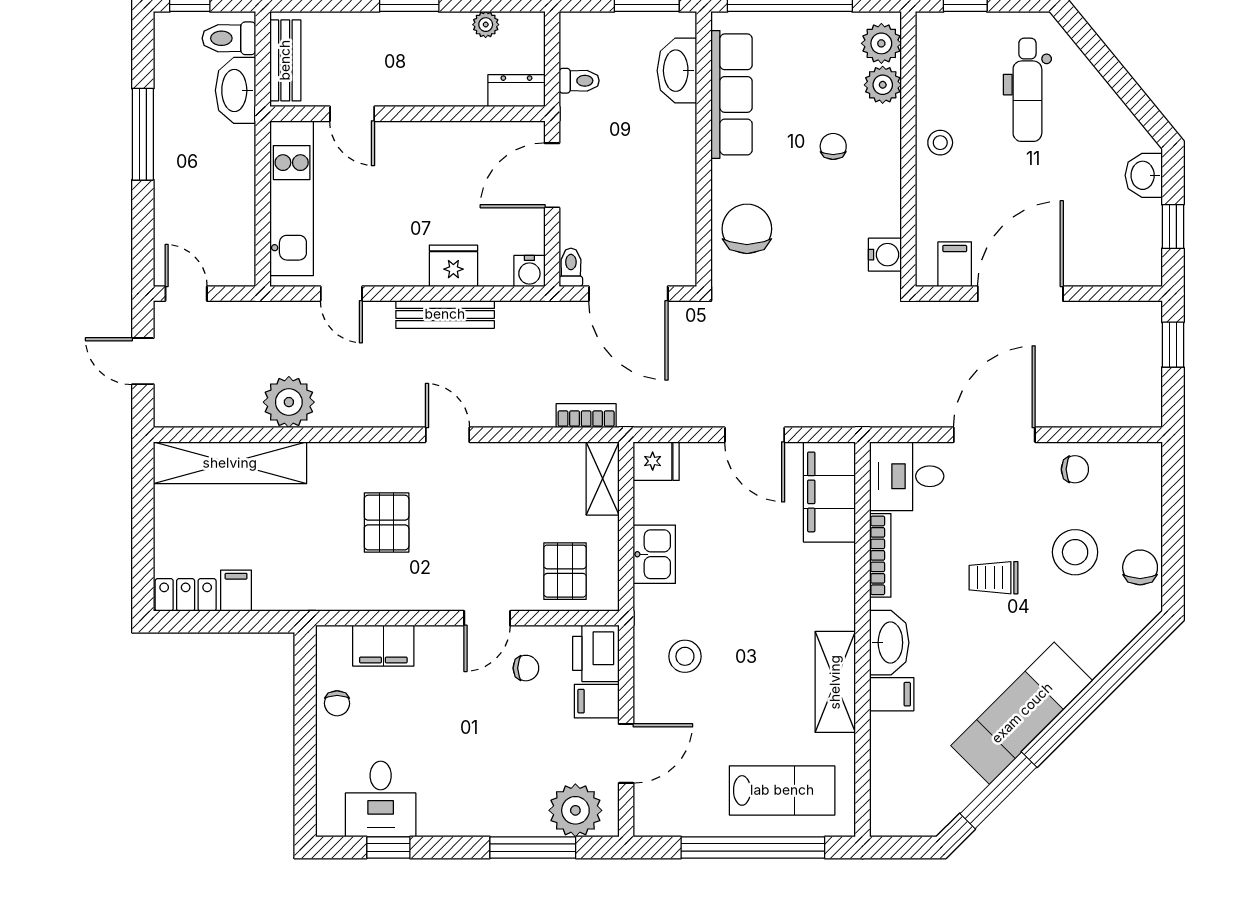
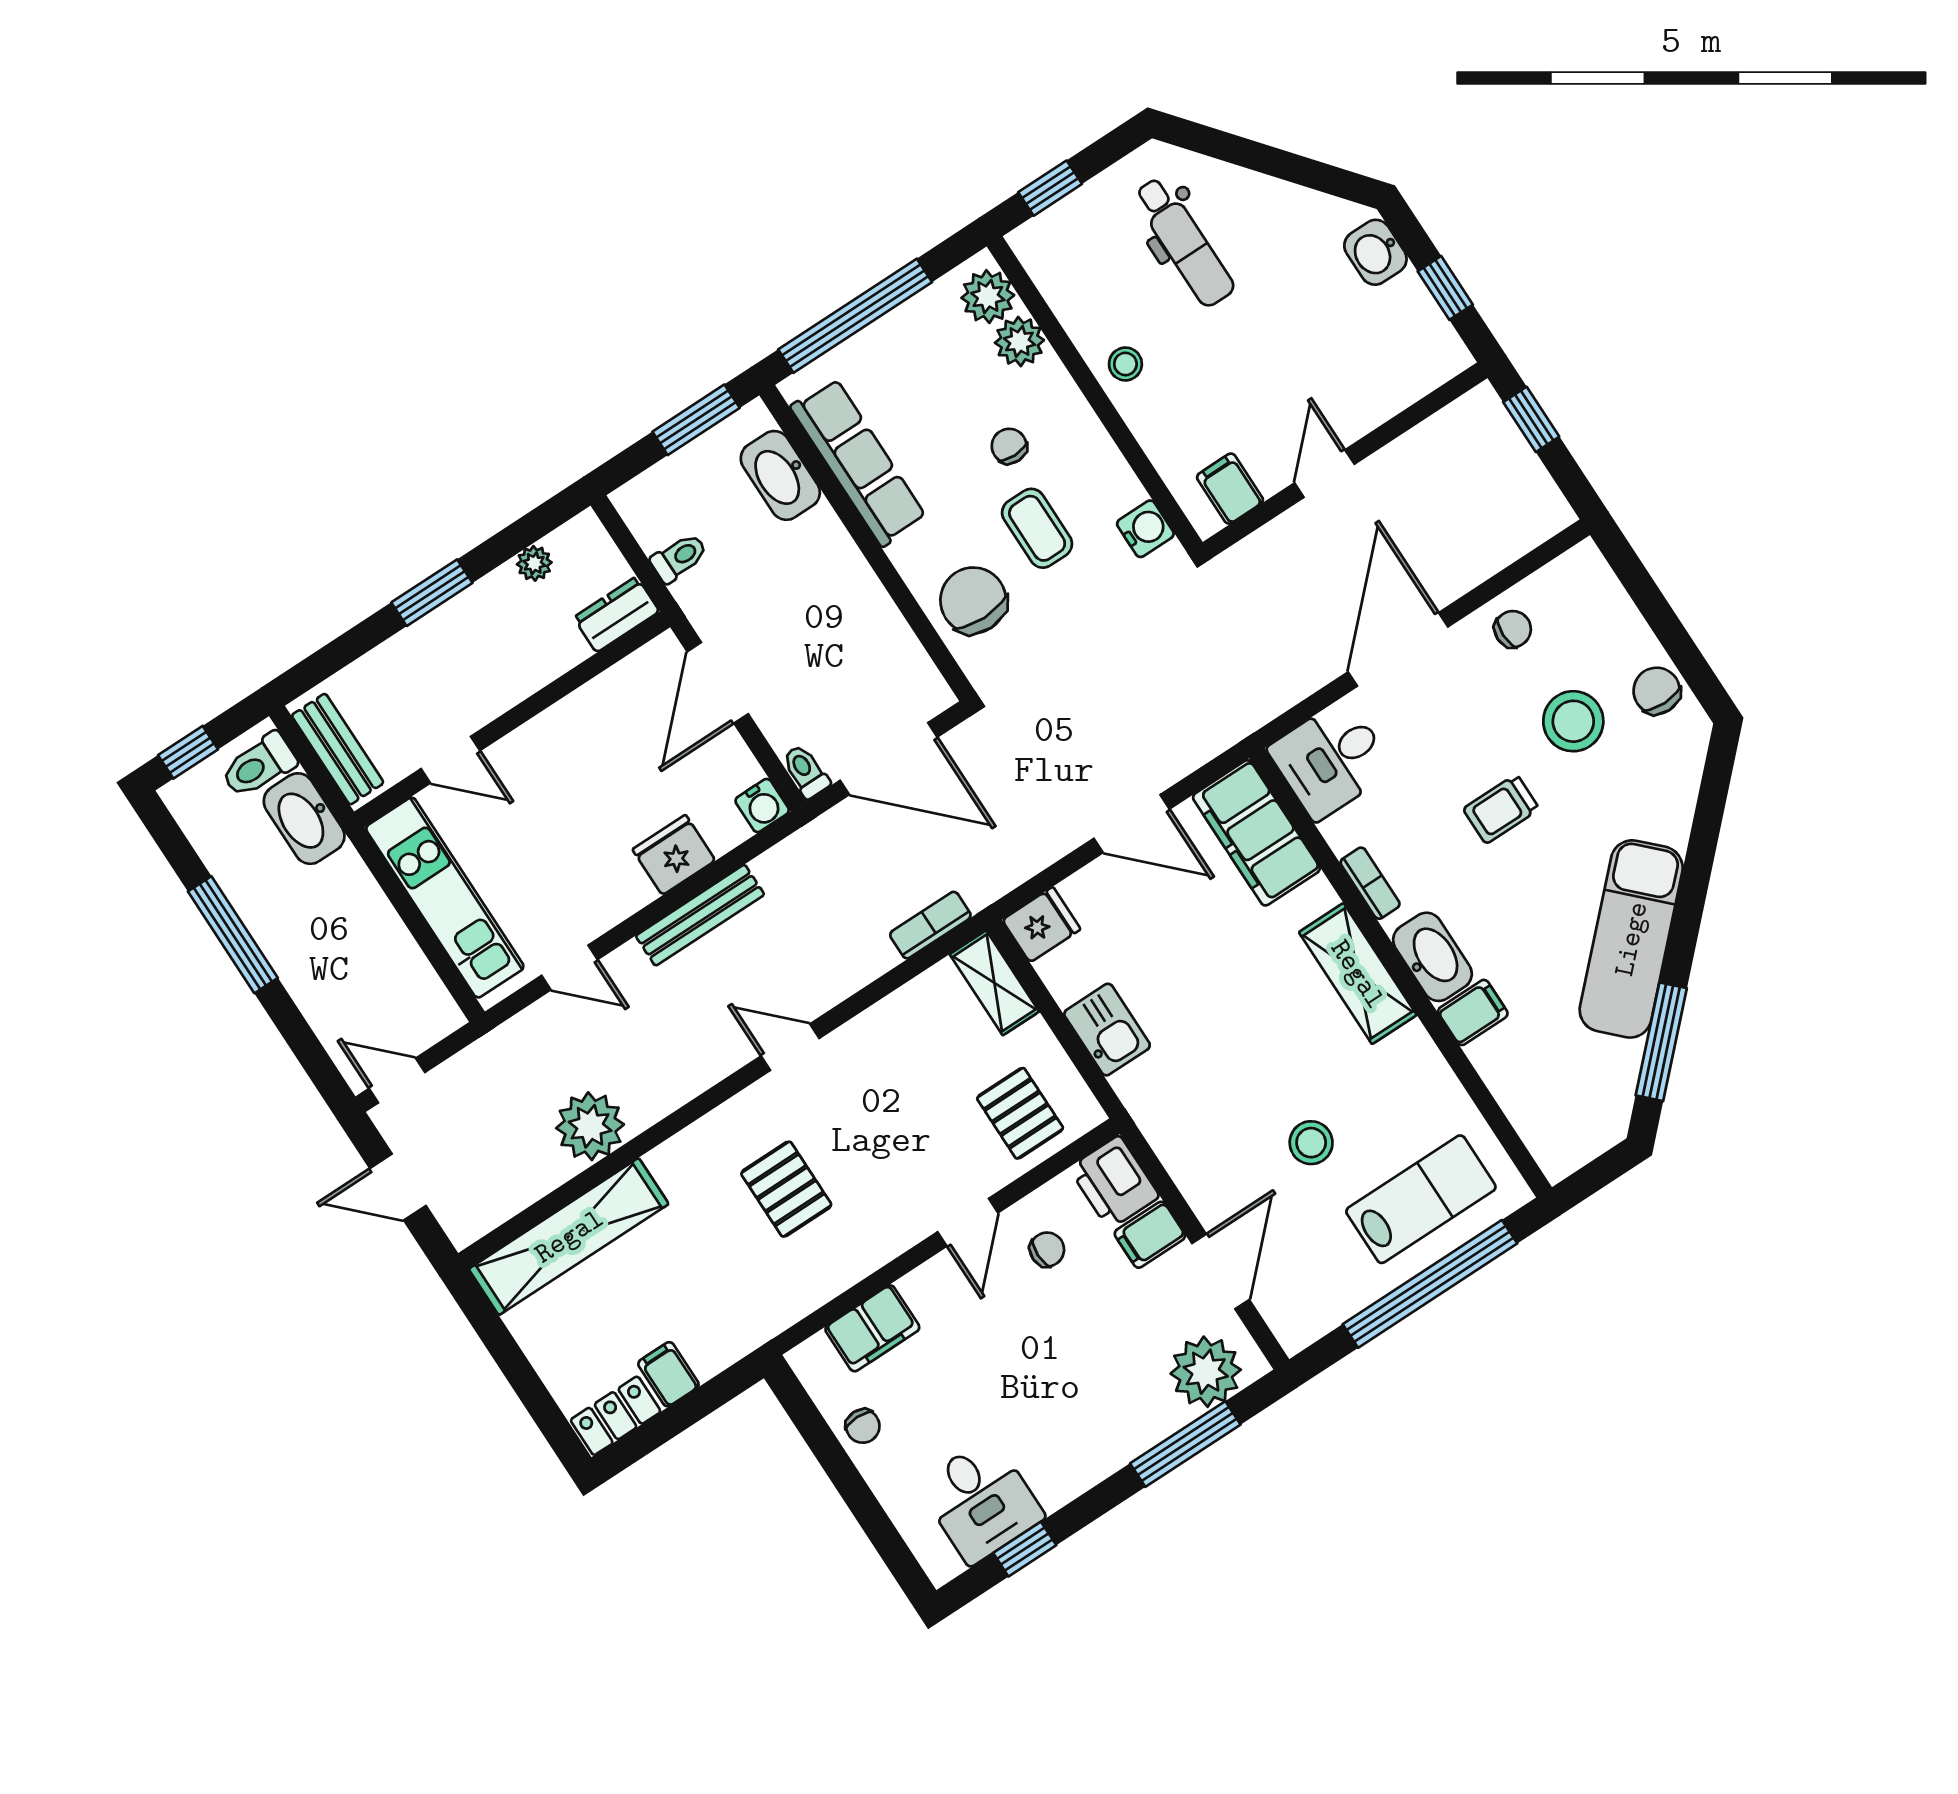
coffee table: (817, 210) -> (1037, 528), added
door: (1020, 294) -> (1324, 474), width x0.53
bookcase: (880, 555) -> (1370, 883), width x0.64
stool: (685, 656) -> (1311, 1143), moved
shelving: (835, 682) -> (1358, 974), moved

